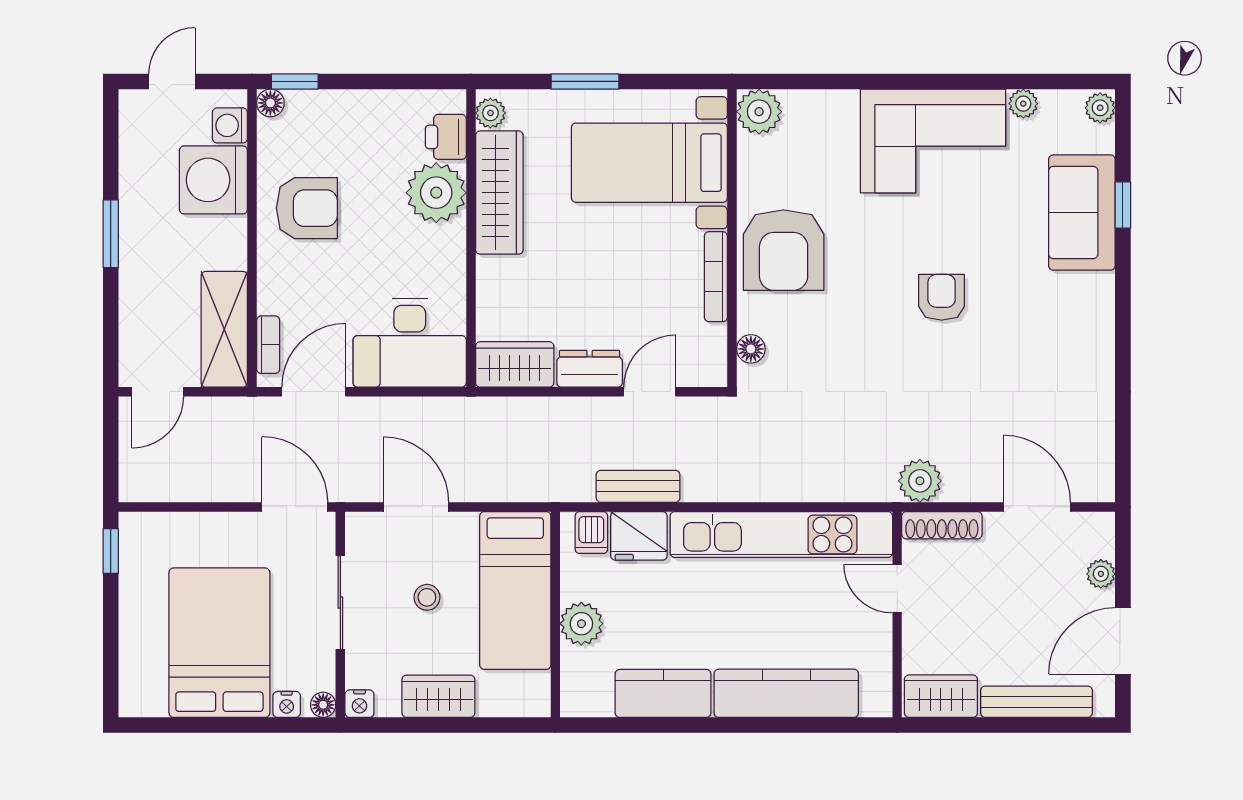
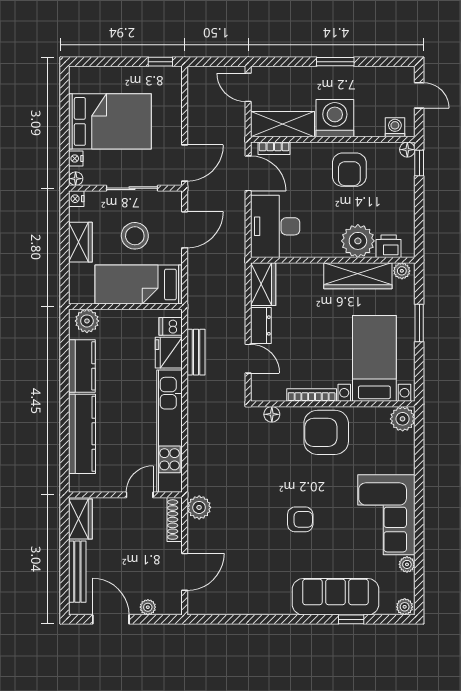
washing machine: (213, 180) -> (335, 118), moved
sofa: (1082, 213) -> (335, 597), width x1.36
stool: (427, 597) -> (135, 236), width x1.89, depth x1.89
plant: (581, 624) -> (87, 321), moved

